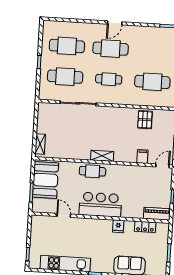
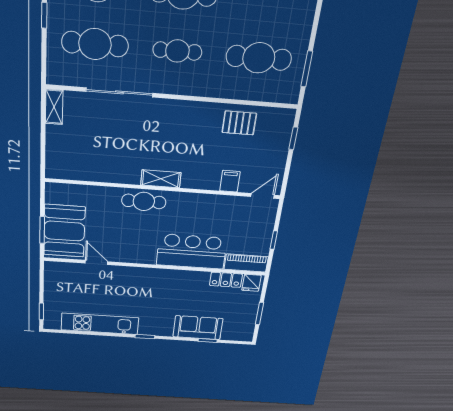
pallet: (145, 120) -> (239, 123), turned 90
shelving: (40, 144) -> (54, 107), moved
booth: (45, 180) -> (64, 231), moved
bar counter: (100, 205) -> (192, 252), moved
fridge: (118, 226) -> (251, 283), moved

